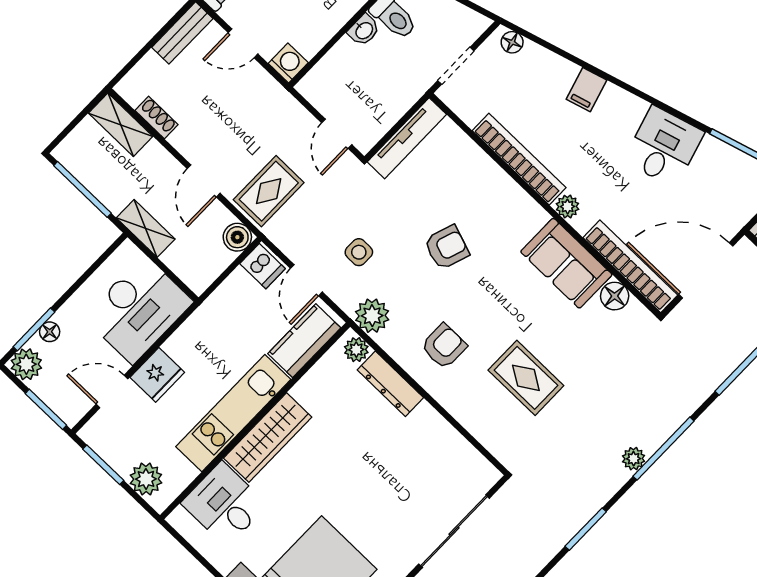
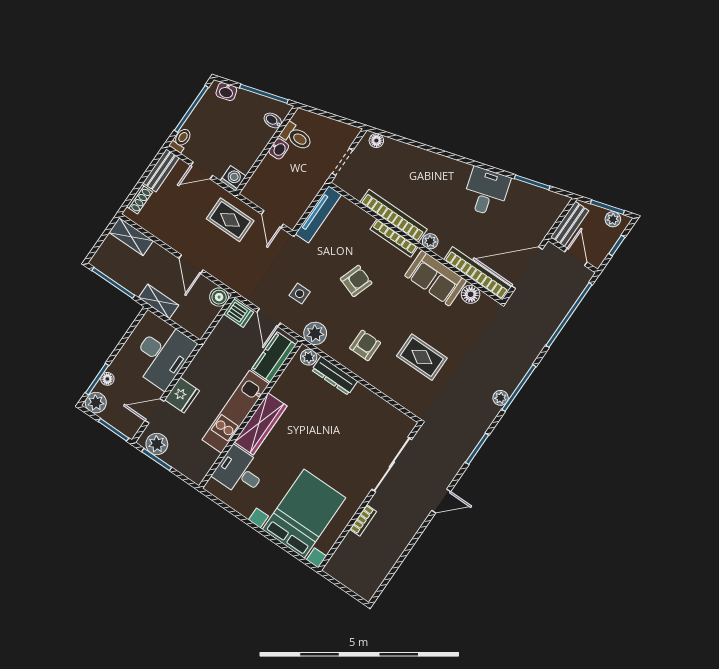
filing cabinet: (587, 90) -> (430, 163), removed
shoe rack: (157, 117) -> (140, 199), moved, turned 90
rug: (269, 191) -> (230, 220), moved, turned 90
bookcase: (514, 193) -> (394, 238), added
plant: (146, 479) -> (157, 444), moved

